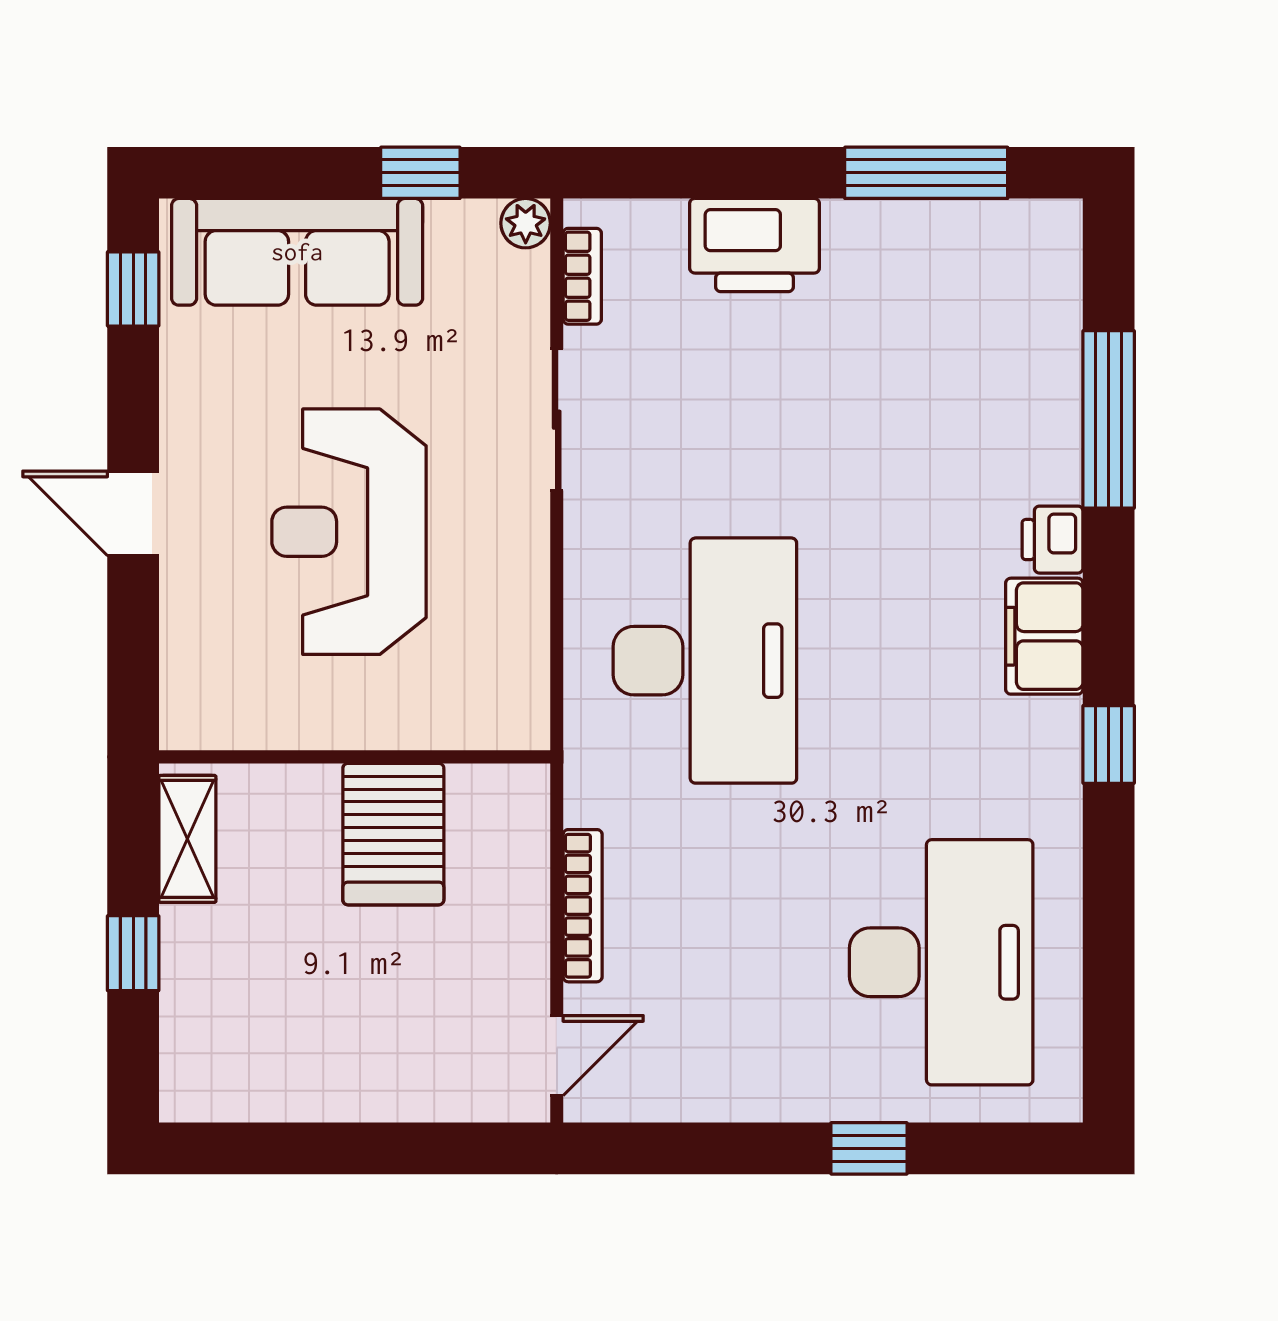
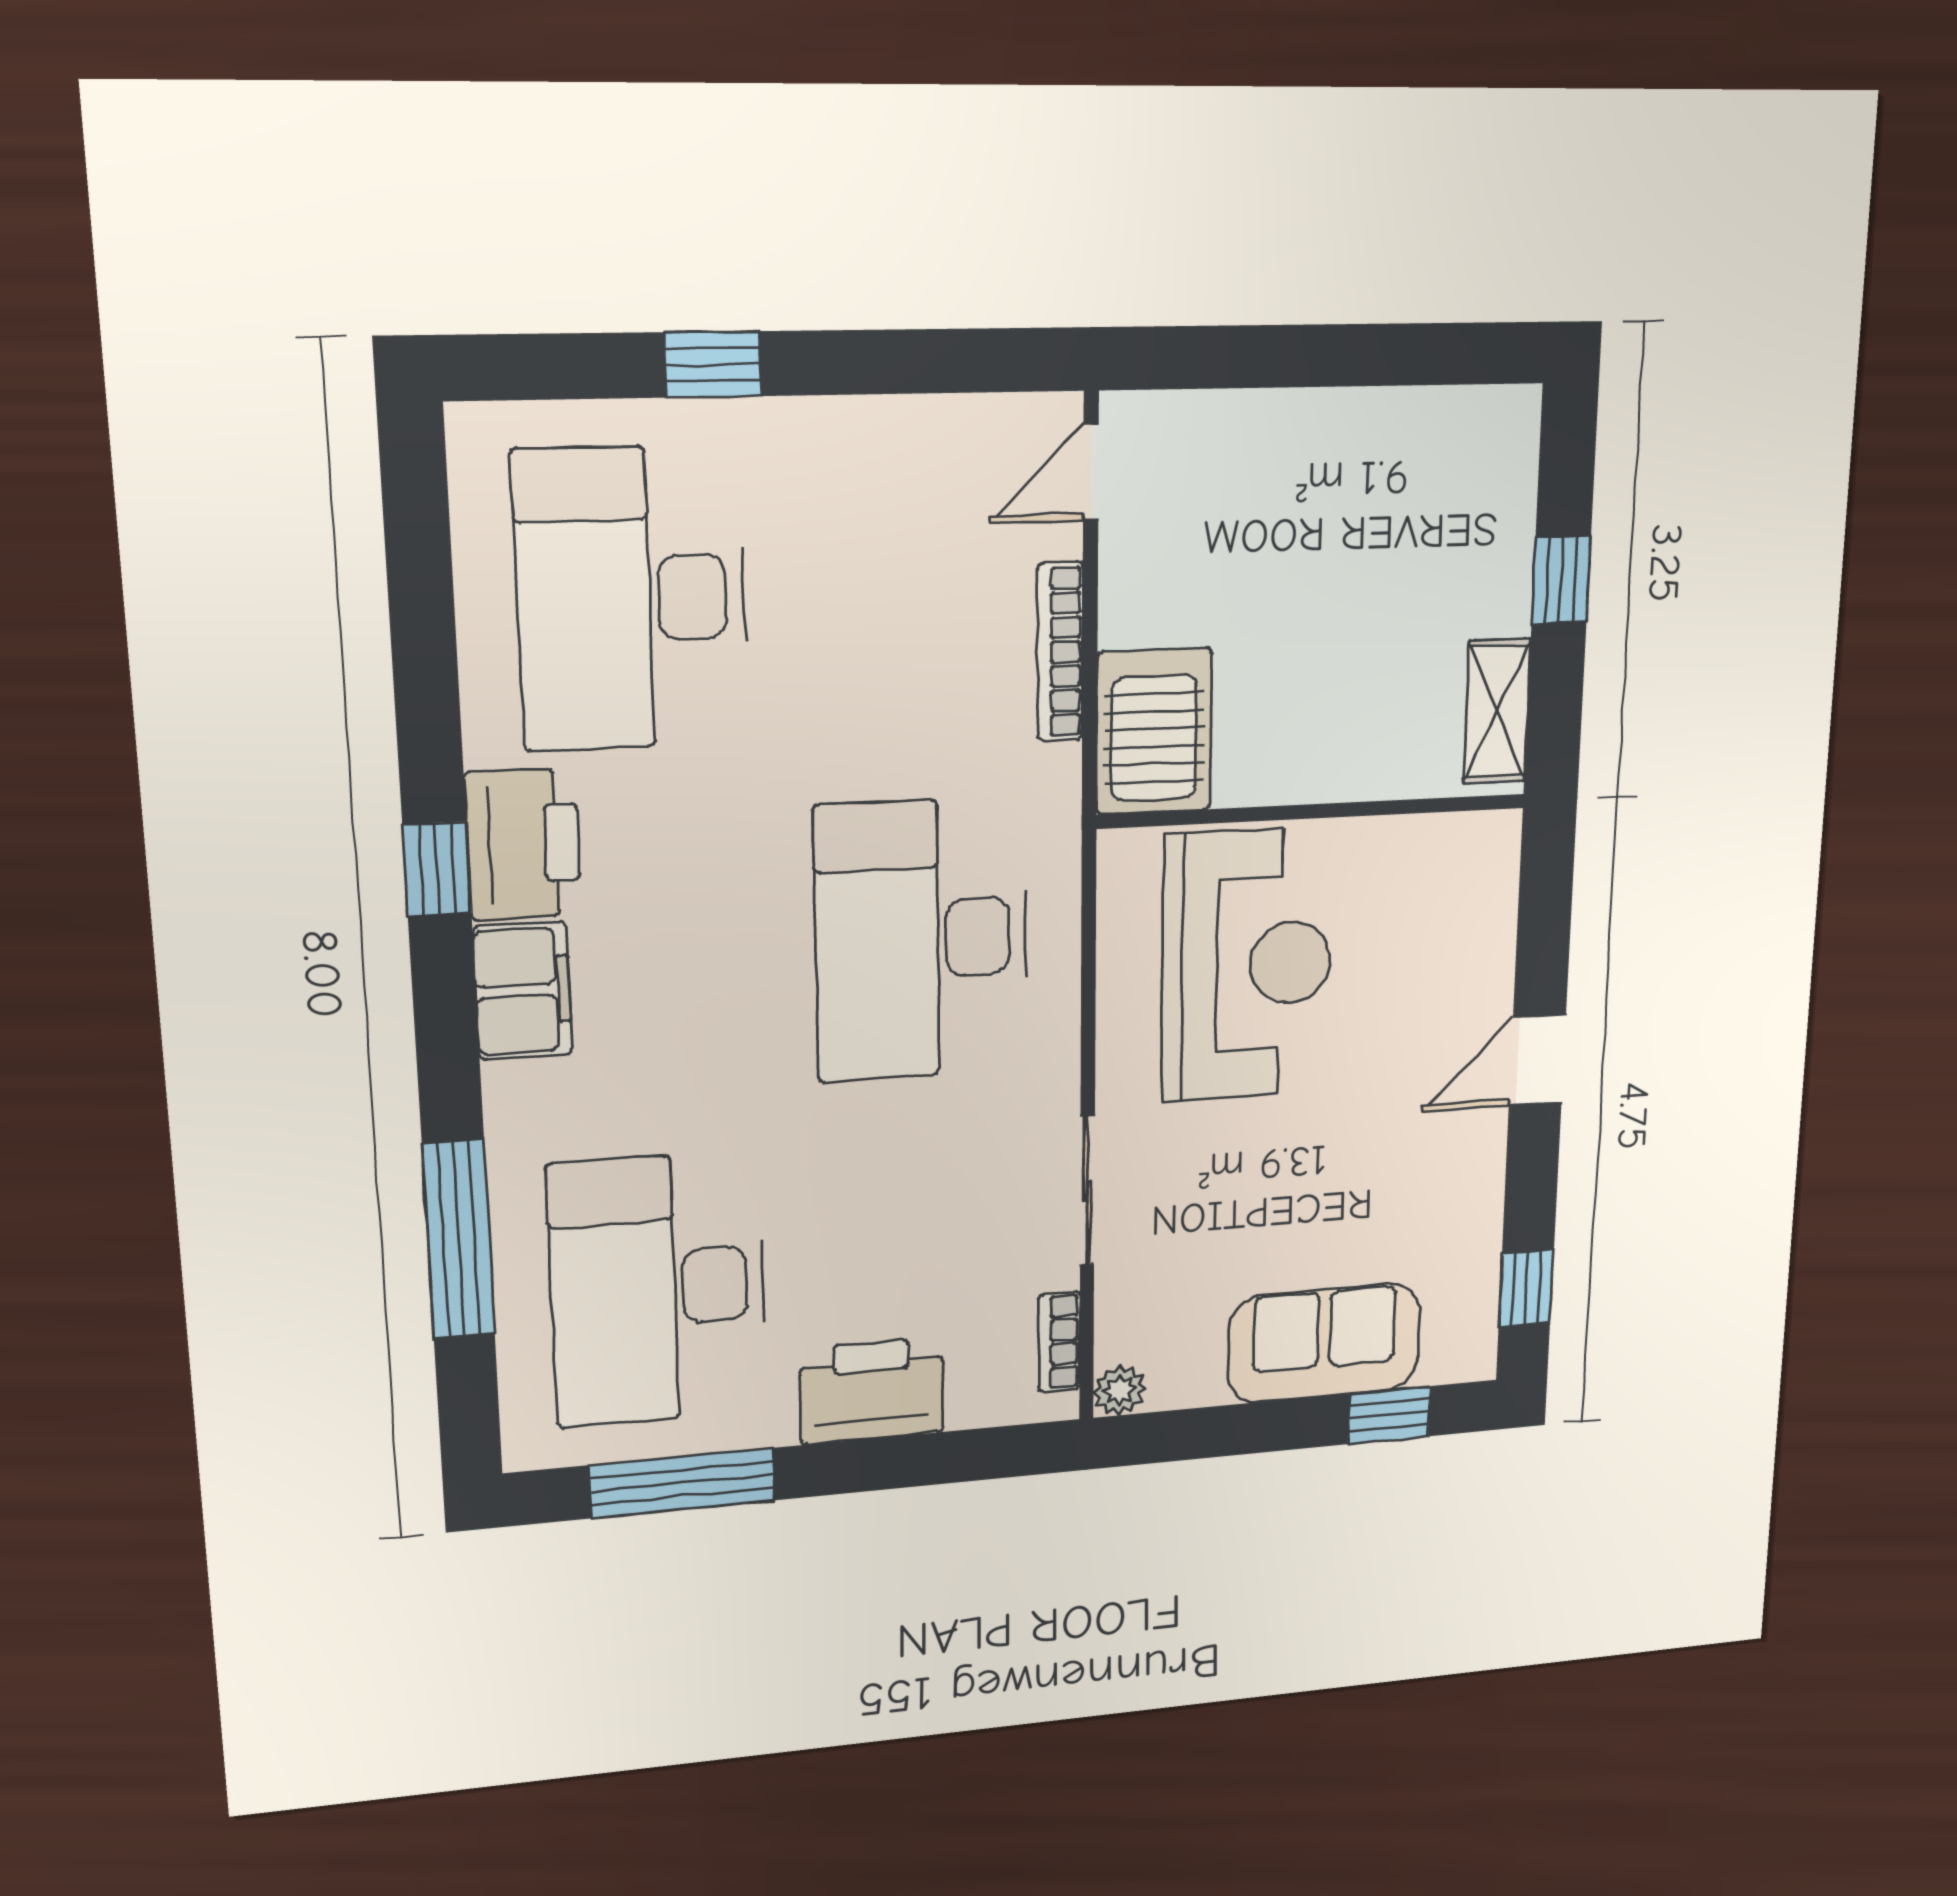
window: (420, 173) -> (1389, 1415), moved
sofa: (297, 252) -> (1324, 1343), width x0.73
desk: (941, 359) -> (658, 1289), added
door: (133, 513) -> (1537, 1060), swing flipped
reception desk: (349, 532) -> (1247, 965), moved
printer: (1053, 540) -> (523, 844), moved, width x1.87, depth x1.48
server rack: (393, 834) -> (1154, 731), moved

